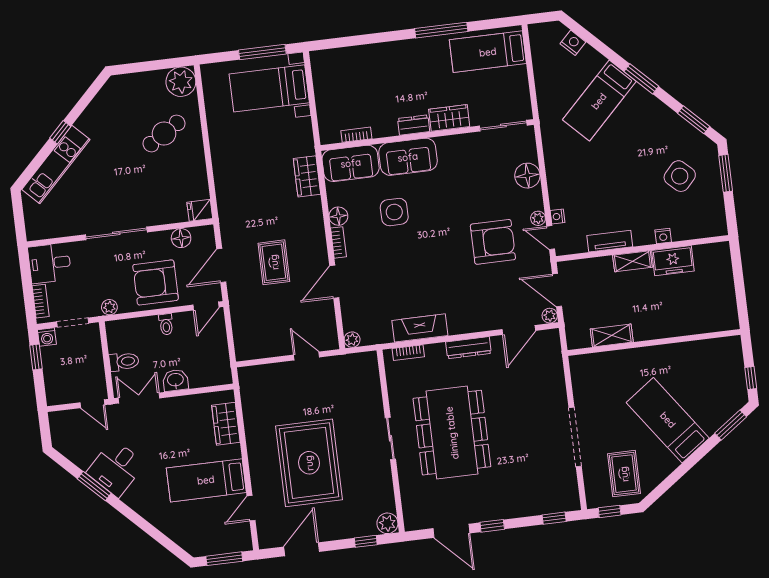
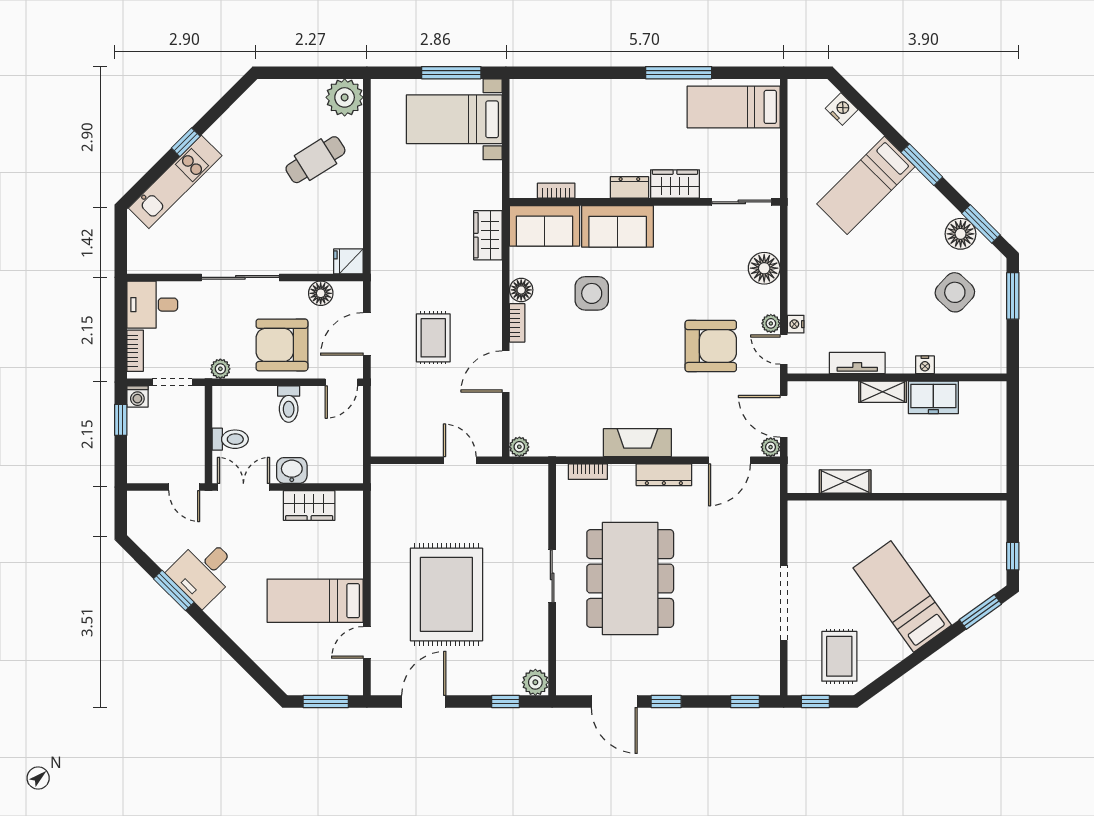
floor lamp: (679, 130) -> (961, 234), added
toilet: (166, 324) -> (289, 404), width x1.37, depth x1.39
fireplace: (420, 328) -> (637, 443), moved
wardrobe: (226, 424) -> (309, 506), moved, turned -90

